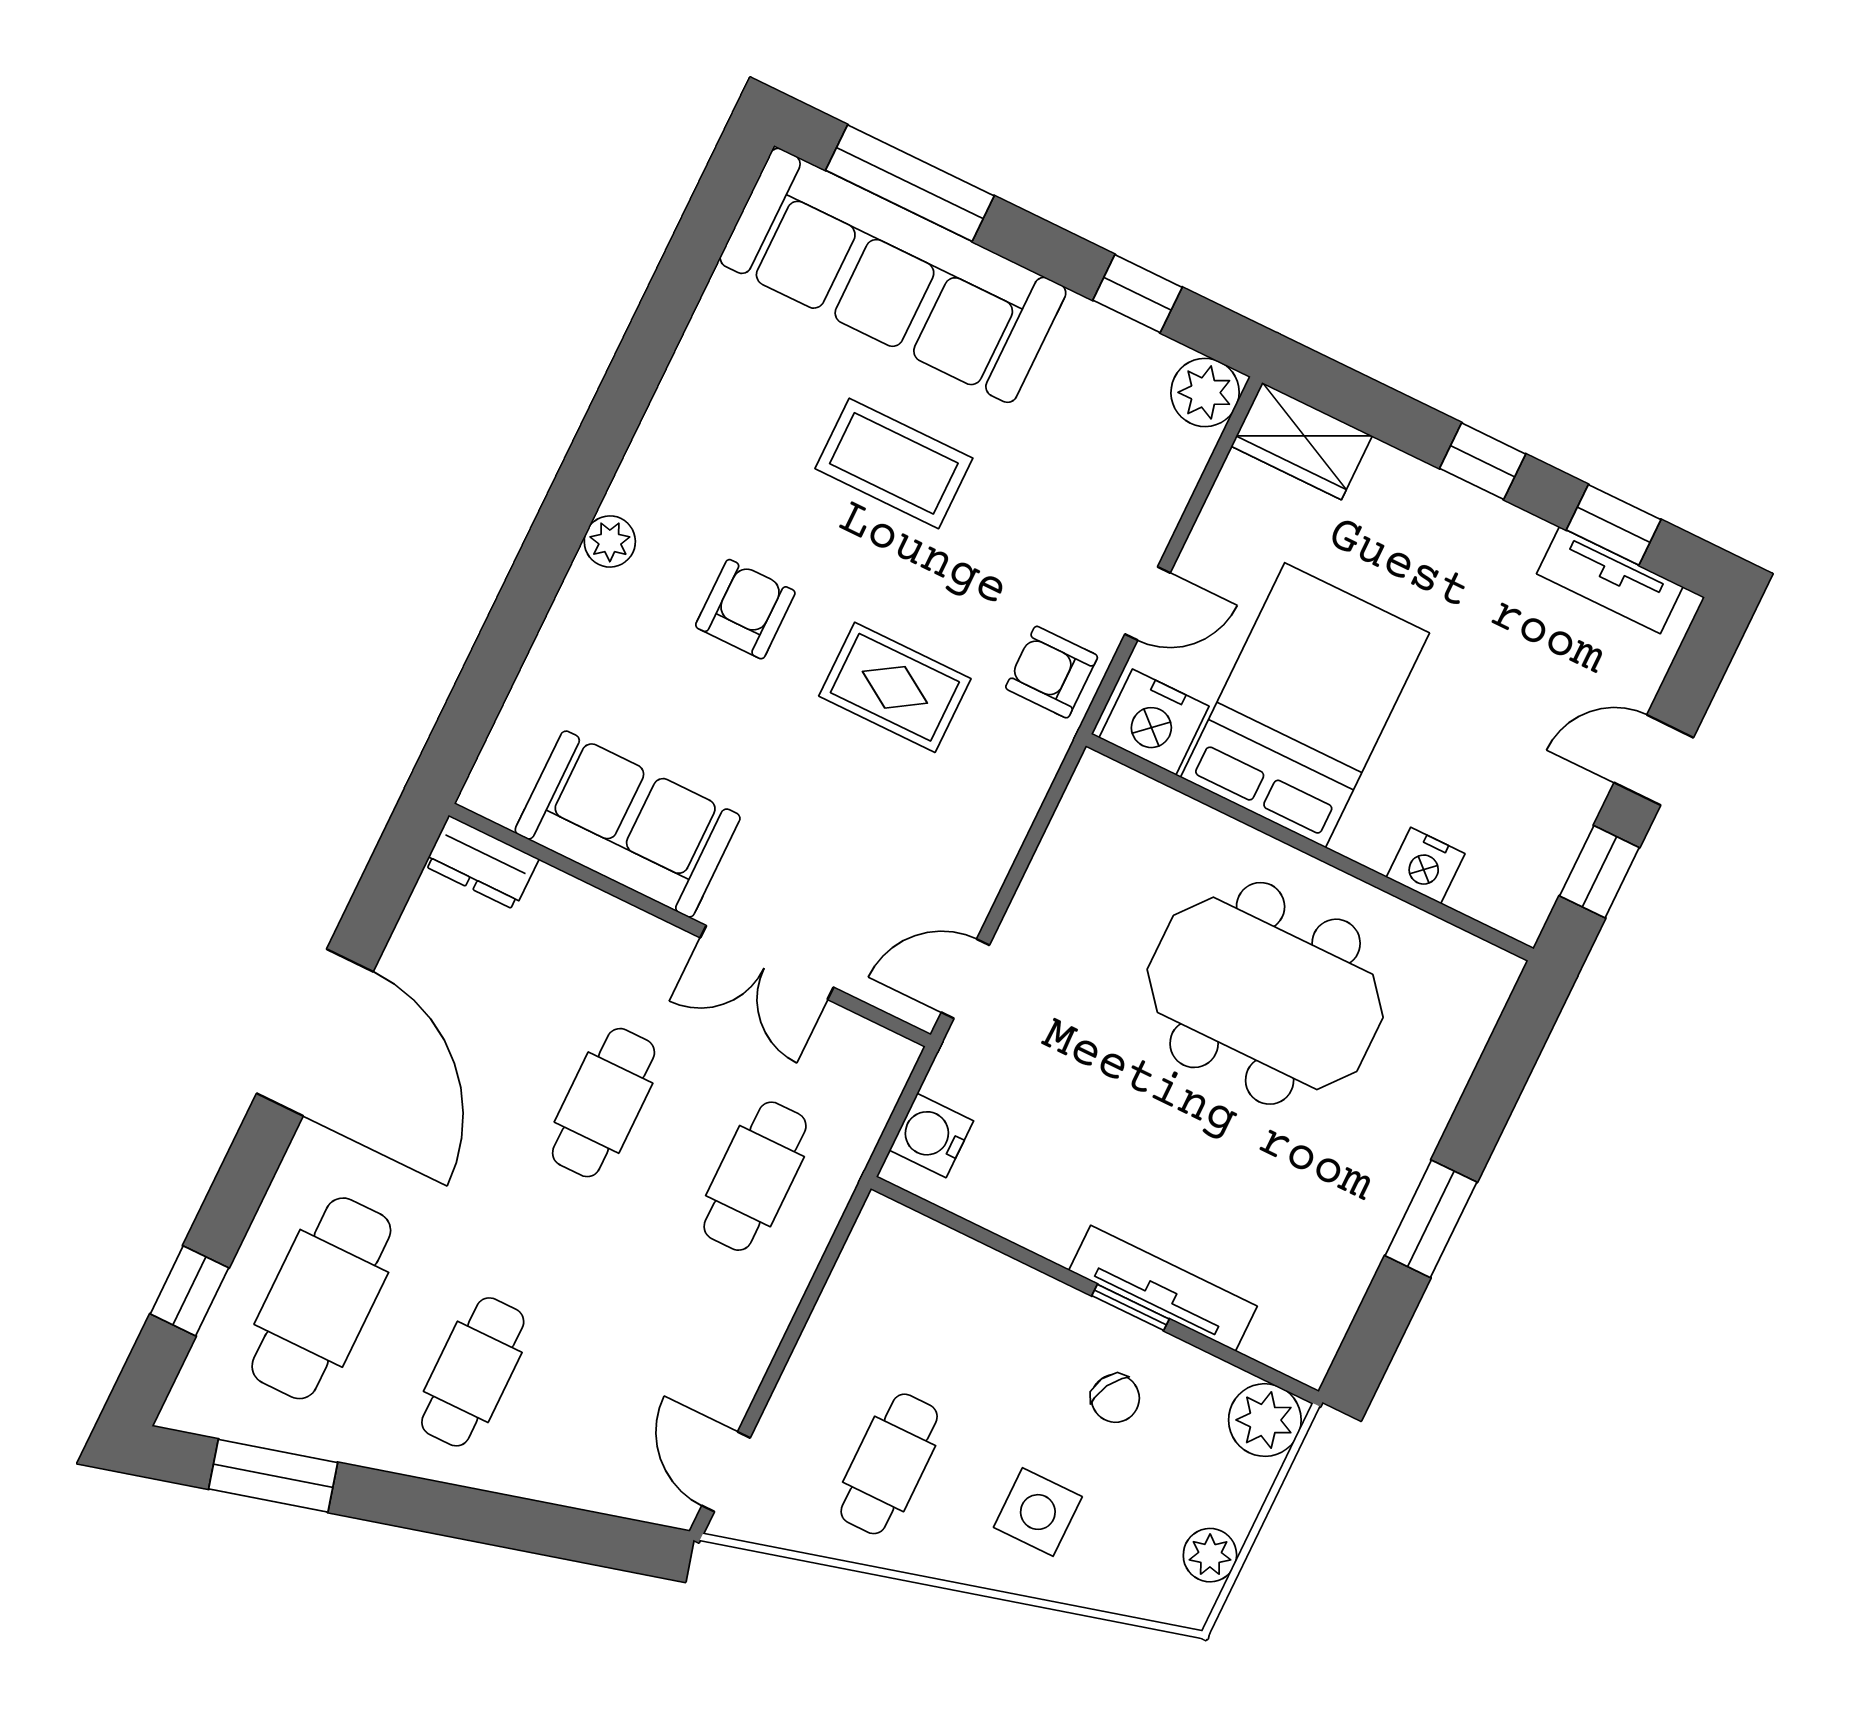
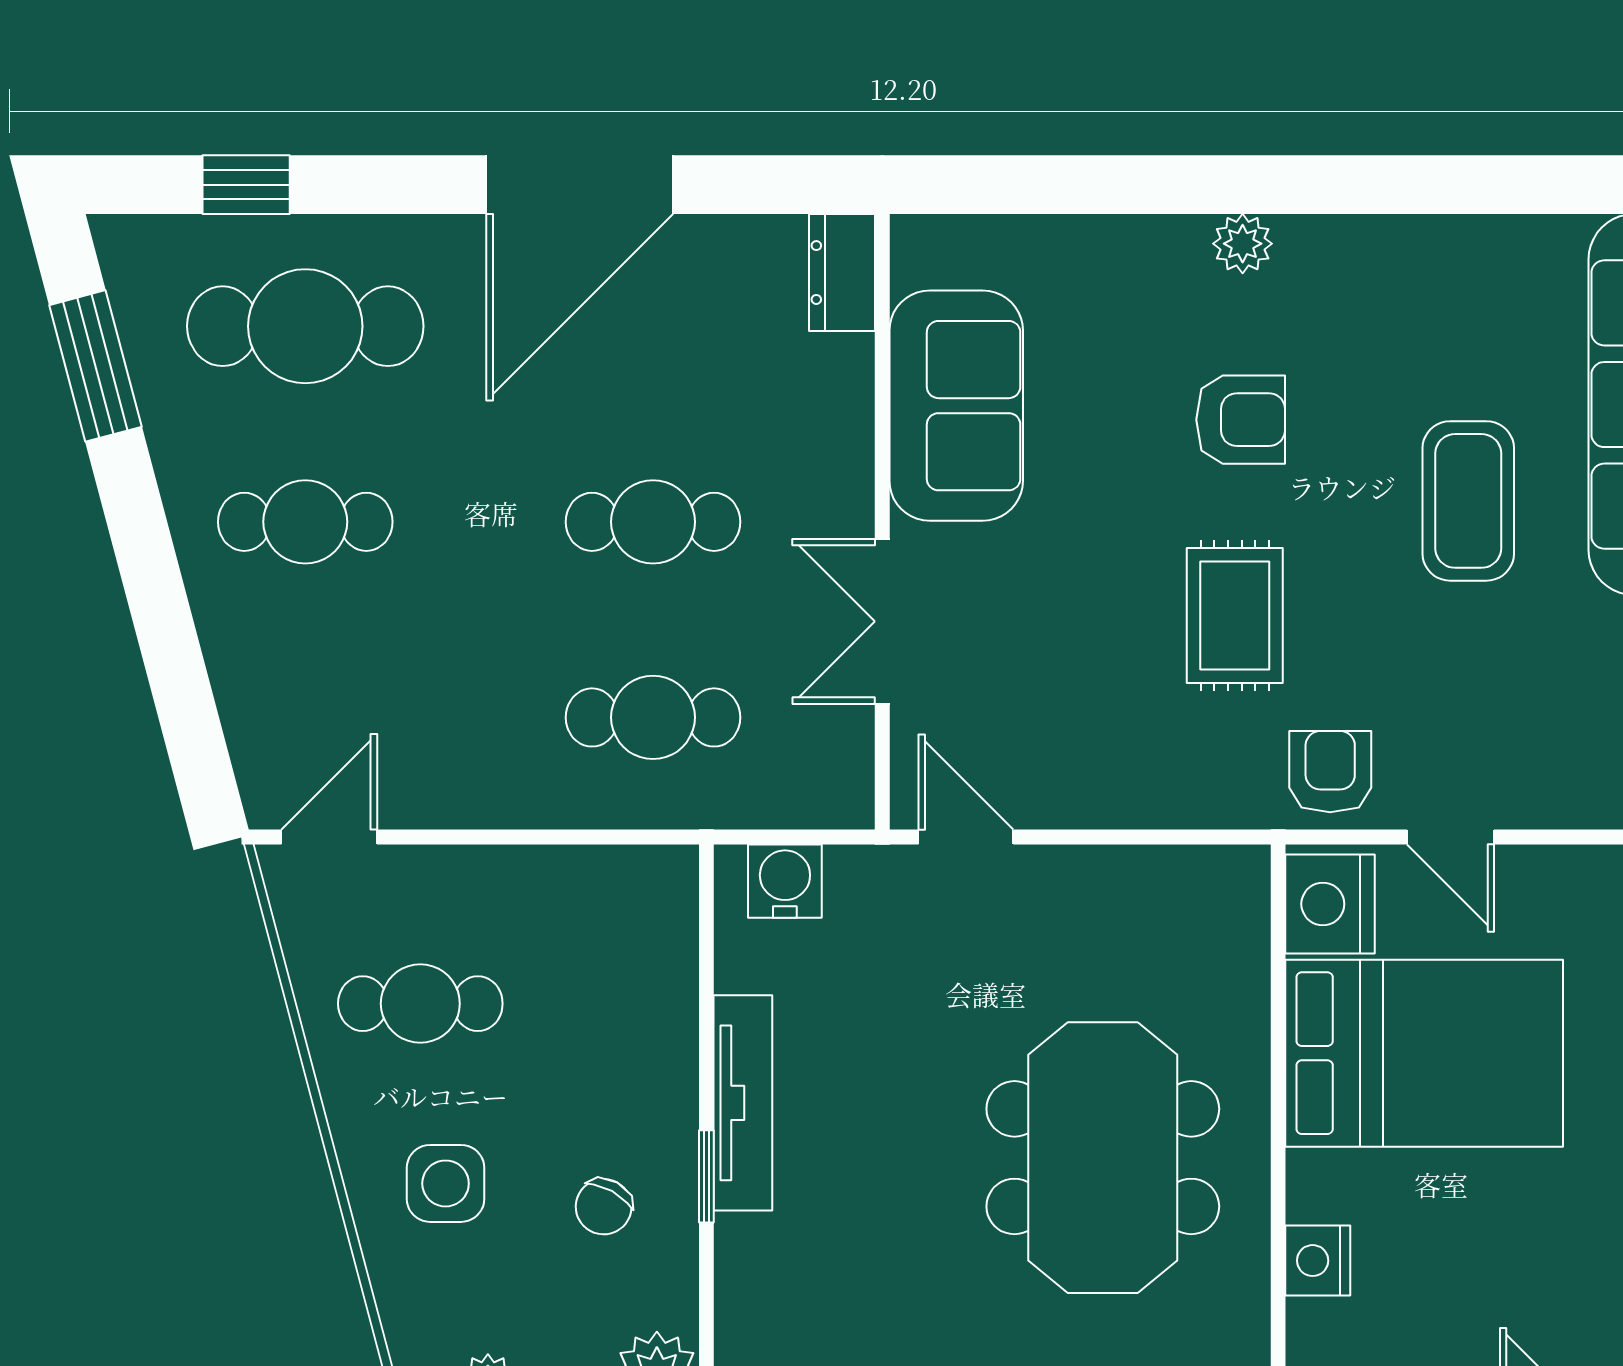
tv unit: (1163, 1288) -> (743, 1103), moved

